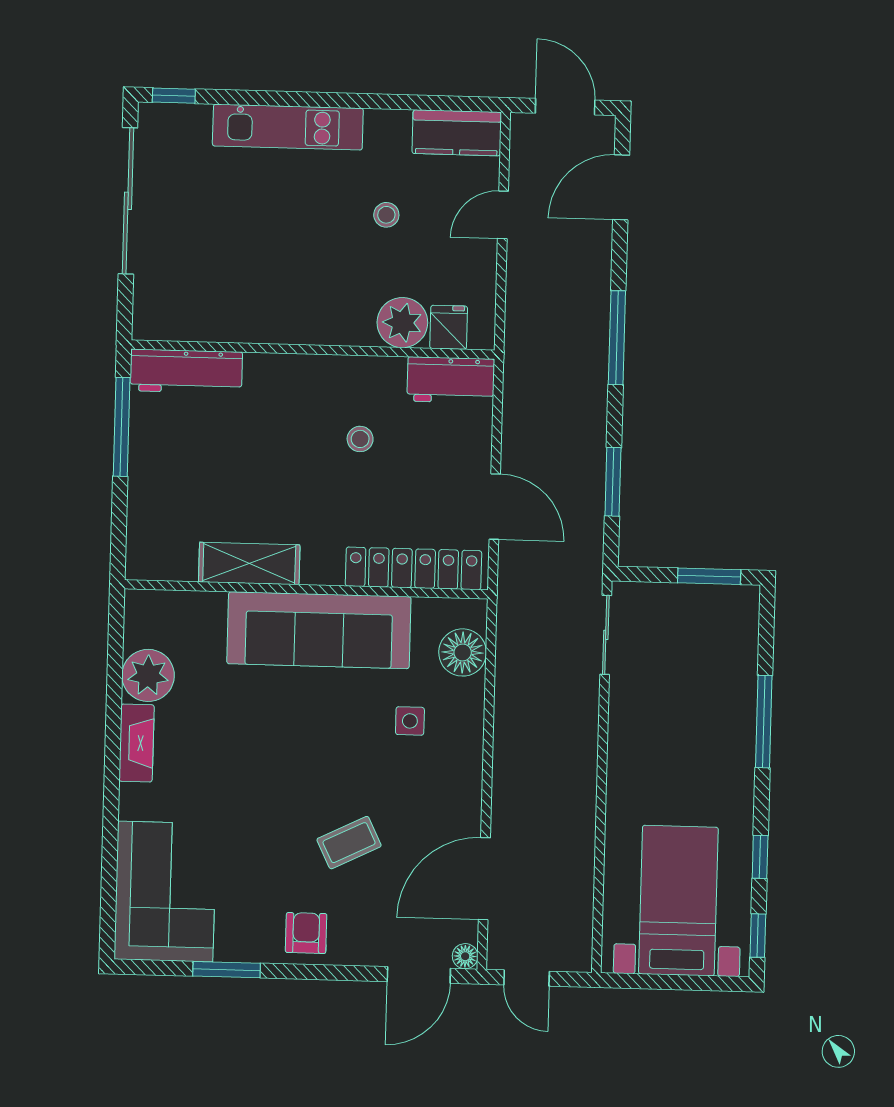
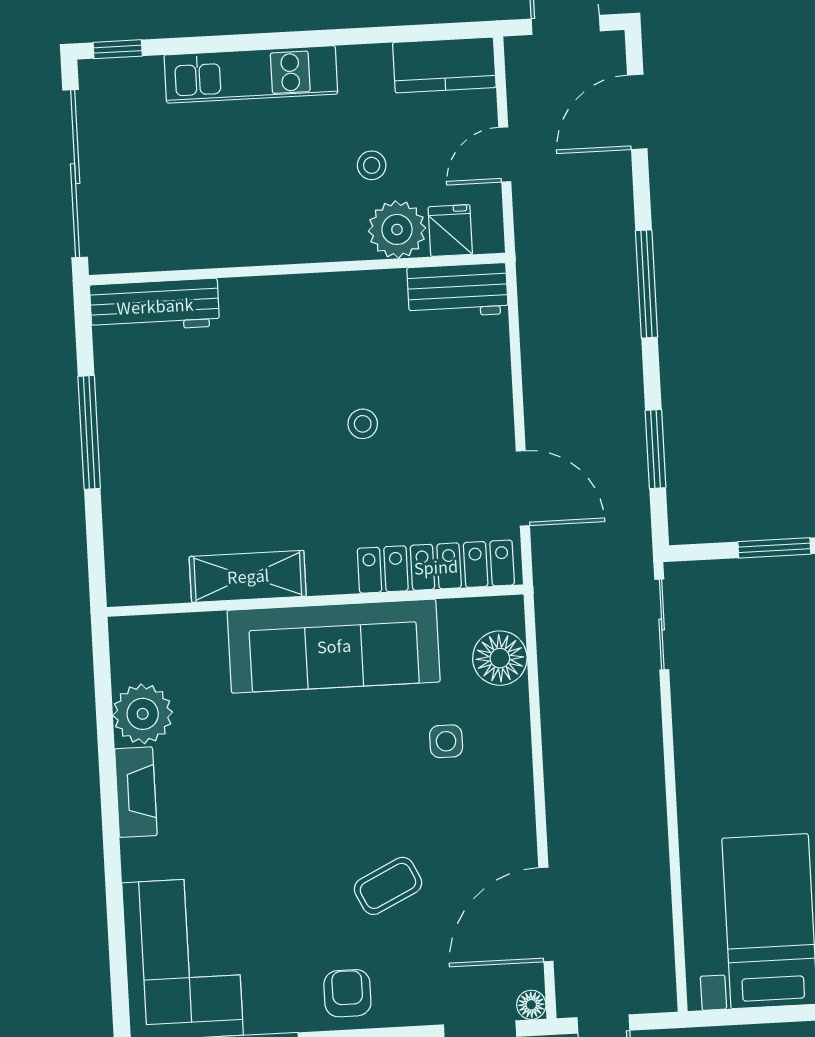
plant: (402, 323) -> (397, 229), moved
fridge: (449, 327) -> (450, 231), moved
wall: (313, 350) -> (297, 269), moved
workbench: (186, 371) -> (155, 306), moved
workbench: (451, 380) -> (458, 291), moved

